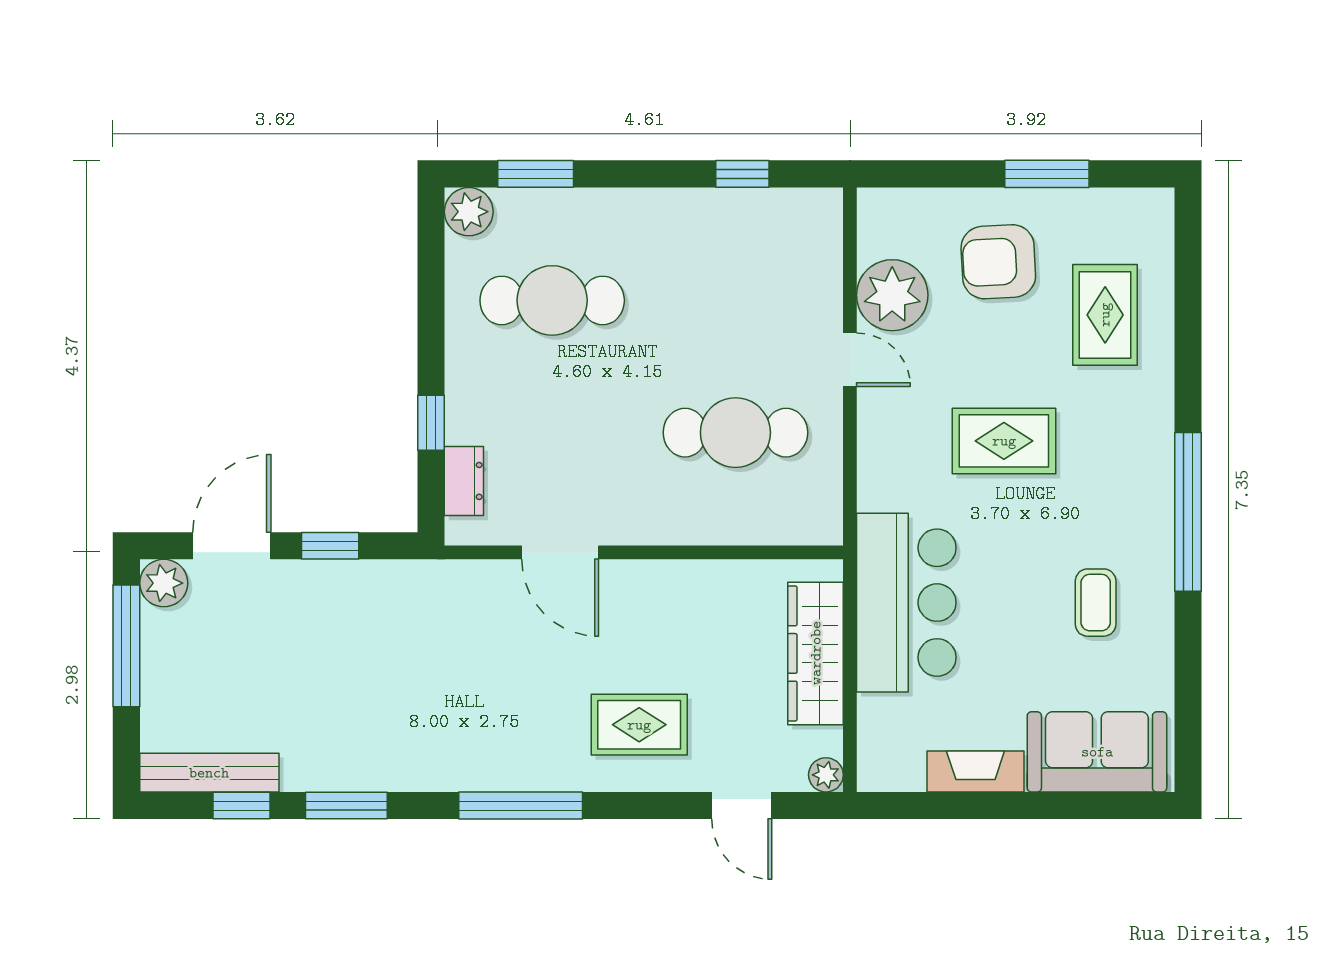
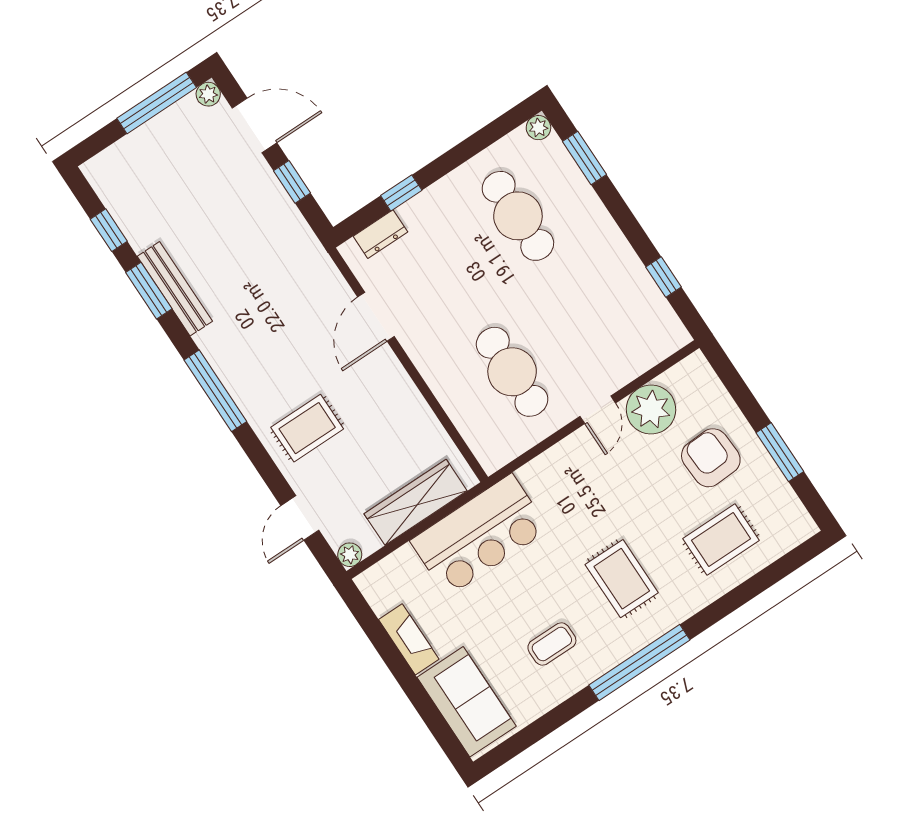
plant: (469, 212) -> (538, 128), width x0.73, depth x0.73
rug: (1004, 441) -> (622, 579), moved
plant: (164, 583) -> (208, 94), width x0.73, depth x0.73
rug: (639, 725) -> (307, 428), turned 90
bench: (209, 773) -> (175, 289), moved

